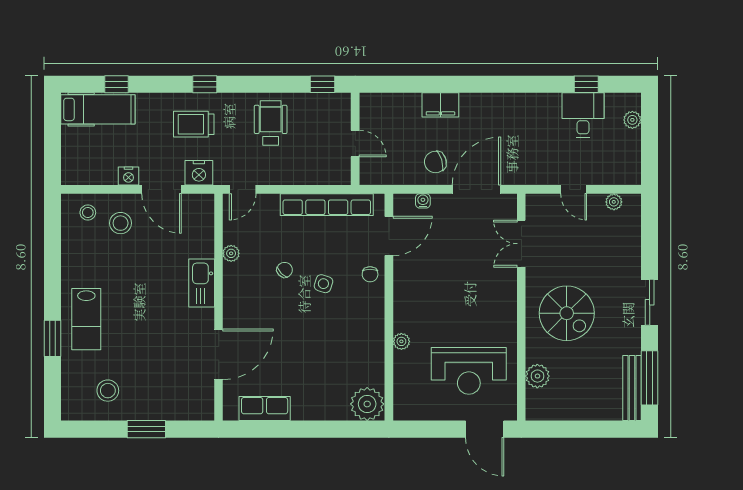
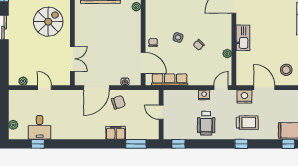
window: (402, 84) -> (136, 144), added
nightstand: (128, 176) -> (204, 95), moved
row of seats: (327, 205) -> (170, 80), width x0.73
door: (389, 236) -> (143, 63), swing flipped
spiral stairs: (567, 313) -> (48, 22), turned 90

